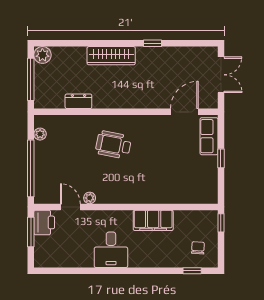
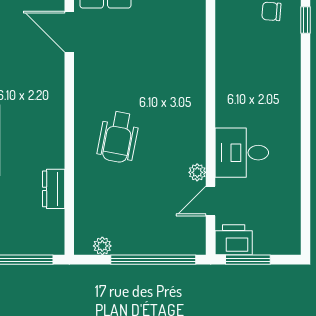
filing cabinet: (153, 220) -> (231, 78), removed
desk: (111, 250) -> (242, 153), moved, turned 180

